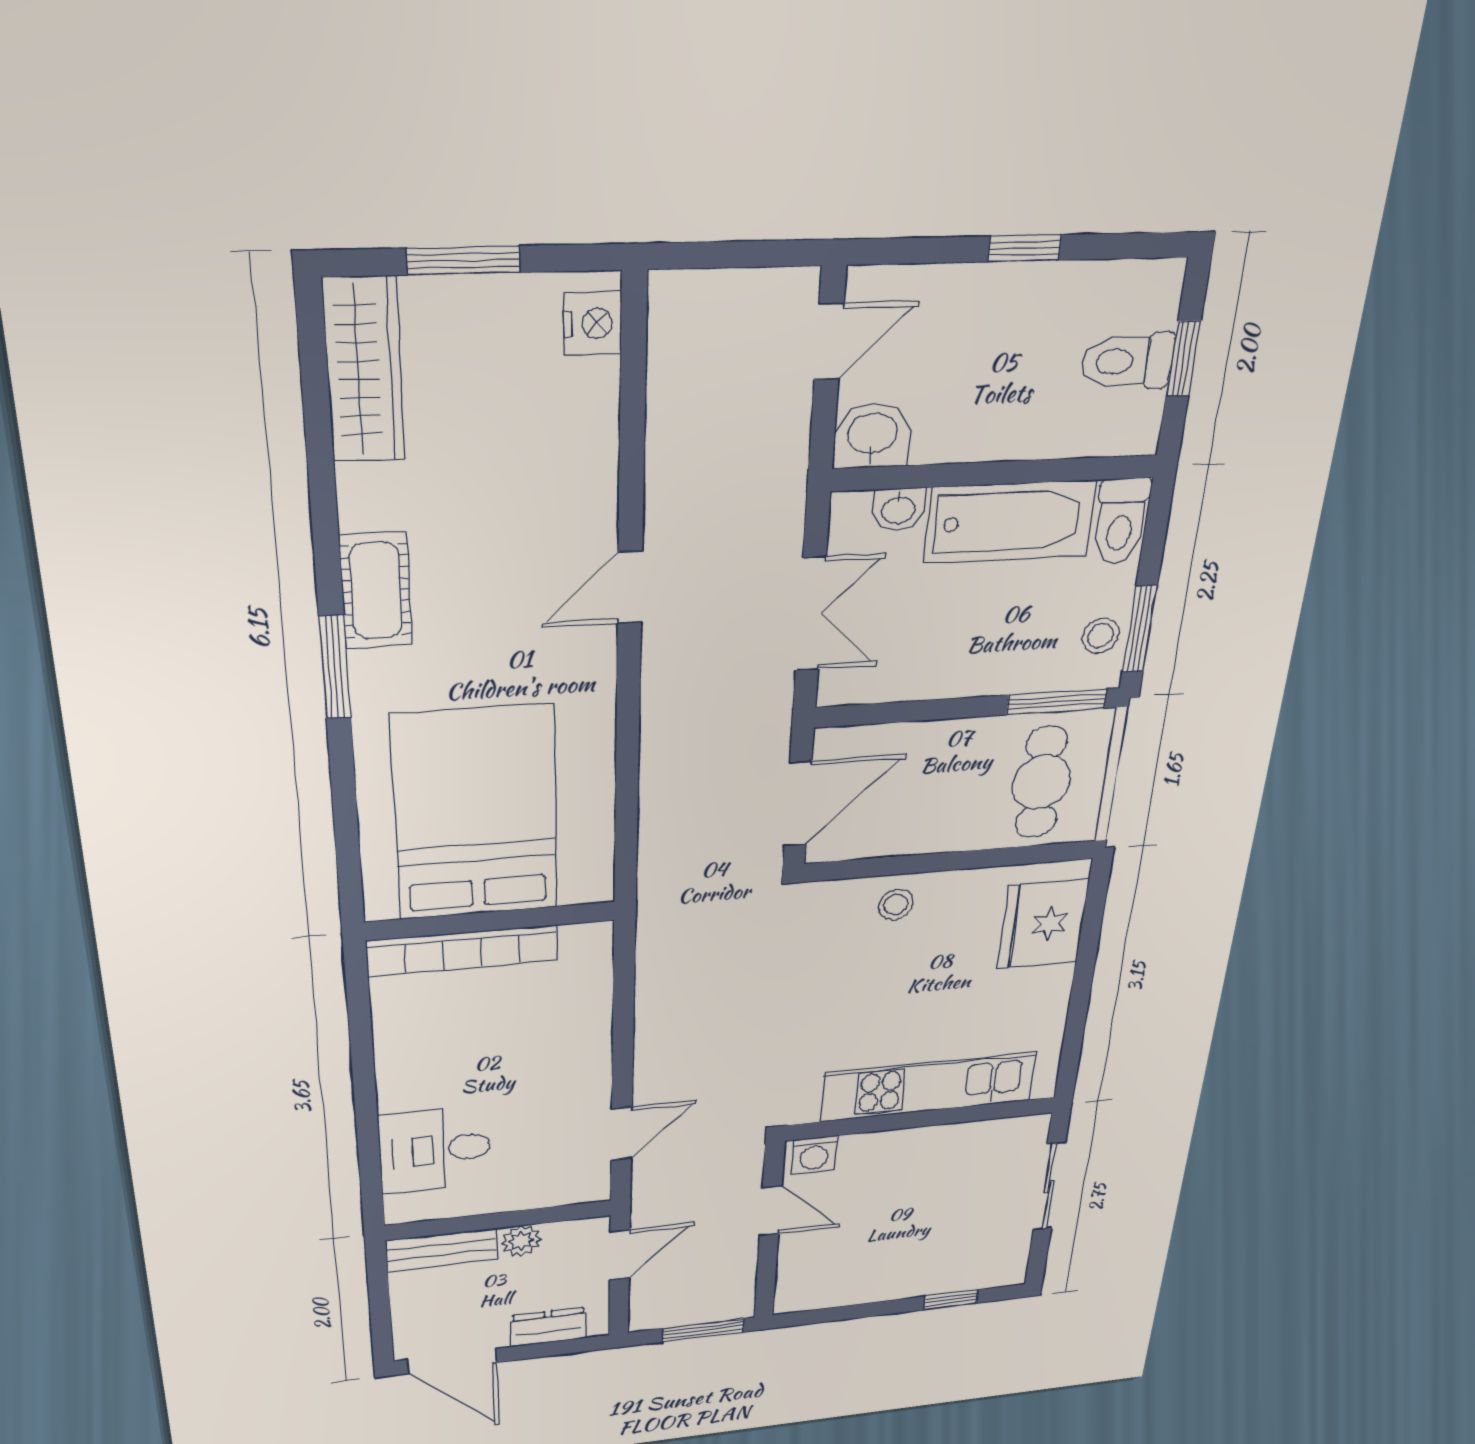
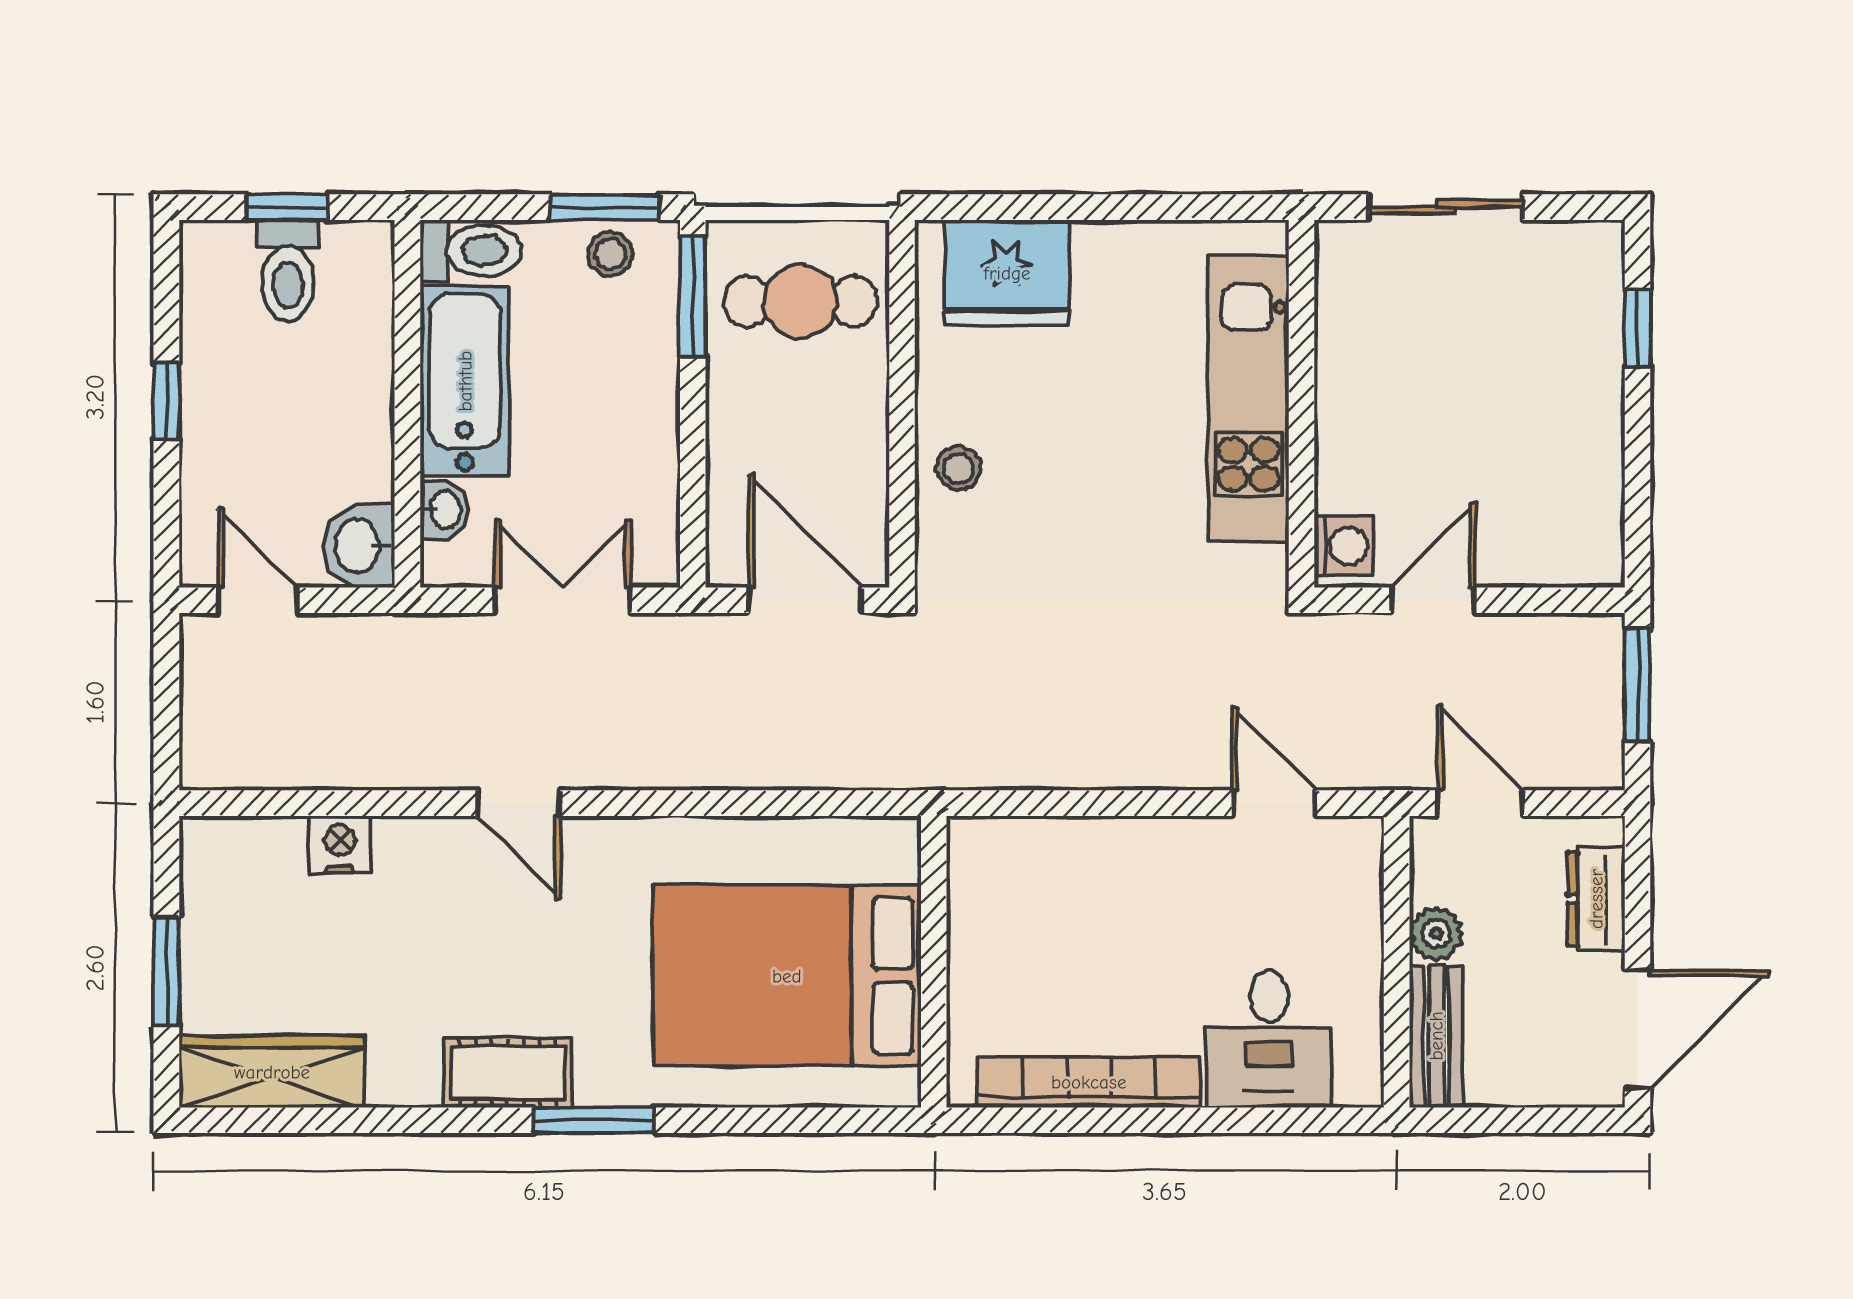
nightstand: (593, 323) -> (340, 845), moved
bookcase: (462, 951) -> (1089, 1082), moved, turned -90

